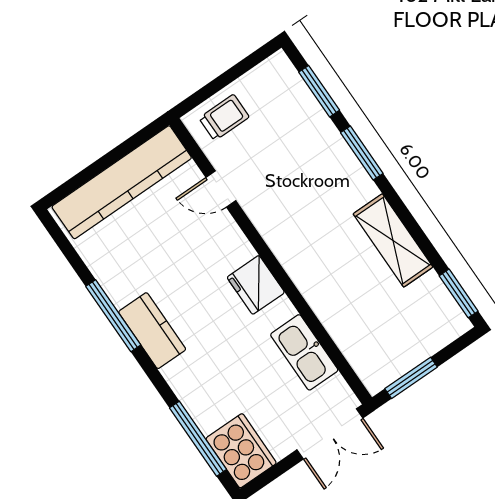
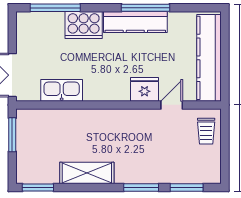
fridge: (256, 285) -> (145, 89), moved
kitchen counter: (152, 331) -> (135, 22), width x1.50
cooker: (241, 451) -> (84, 25), moved

